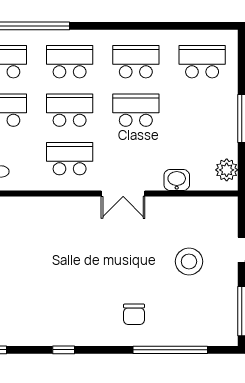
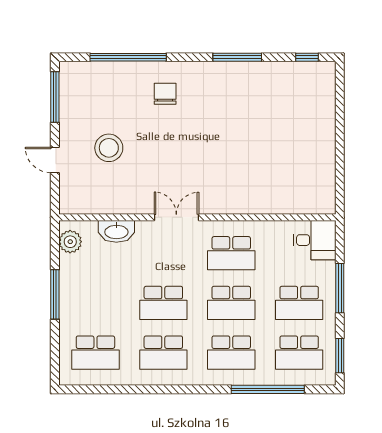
washbasin: (177, 180) -> (116, 231), width x1.38
window: (64, 350) -> (237, 57), width x2.17

